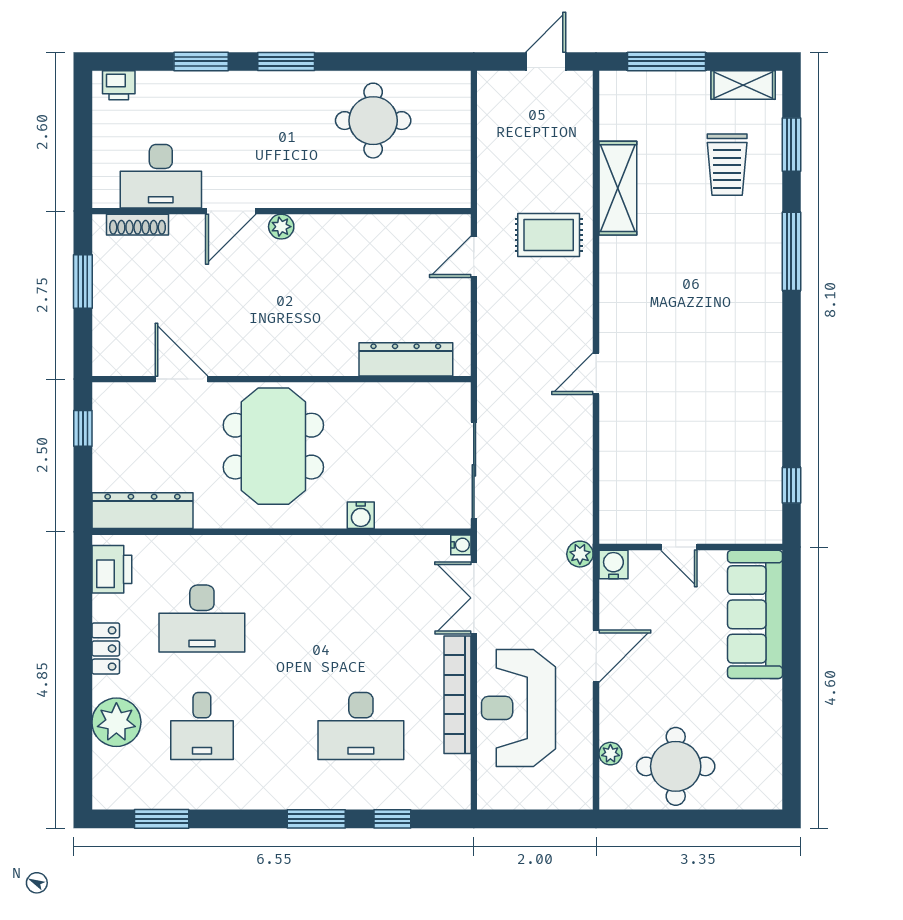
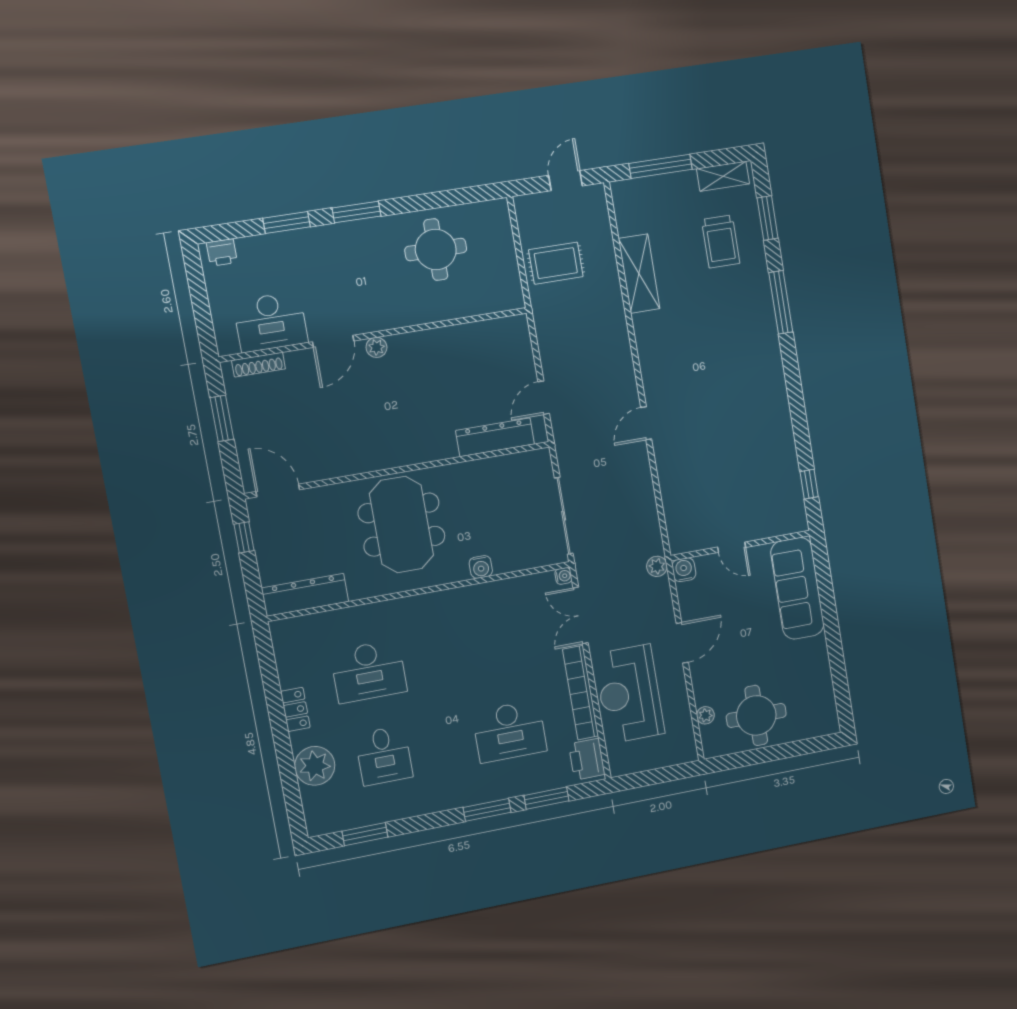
rug: (549, 235) -> (556, 263), moved
door: (474, 257) -> (544, 398), moved
door: (182, 379) -> (278, 491), moved
printer: (112, 569) -> (587, 759), moved, turned 180
window: (392, 819) -> (546, 798), width x1.50

